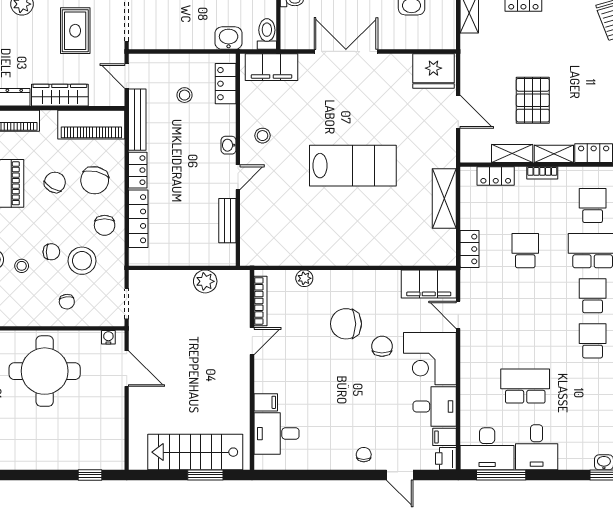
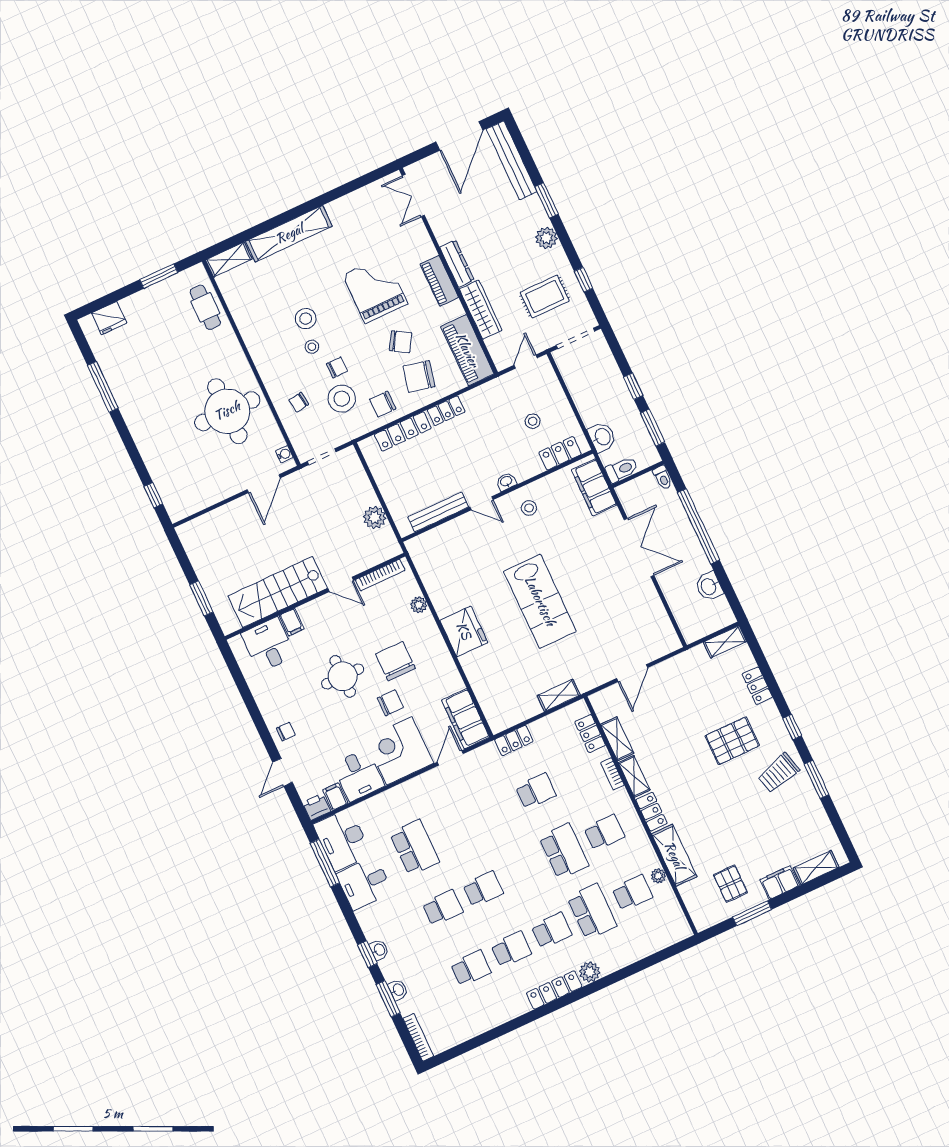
fridge: (433, 71) -> (464, 631), moved, turned 180
pallet: (533, 100) -> (732, 741), moved
bench: (137, 120) -> (491, 389), removed
shelving: (444, 199) -> (559, 695), width x0.67, depth x0.75
bench: (227, 221) -> (438, 512), width x1.36
chair: (51, 252) -> (337, 367), turned -90
school desk: (593, 296) -> (443, 908), moved
round table: (337, 379) -> (343, 676), added
stairs: (195, 452) -> (278, 592), moved, turned -90

